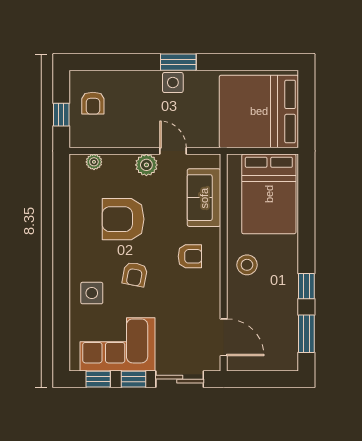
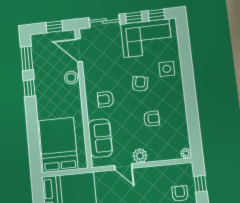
plant: (94, 162) -> (186, 153), moved
armchair: (123, 219) -> (152, 119), width x0.53, depth x0.53
stool: (247, 265) -> (71, 78), moved
window: (259, 379) -> (54, 27), added

